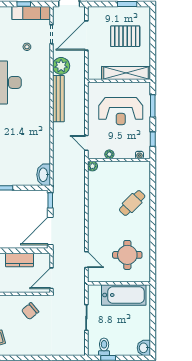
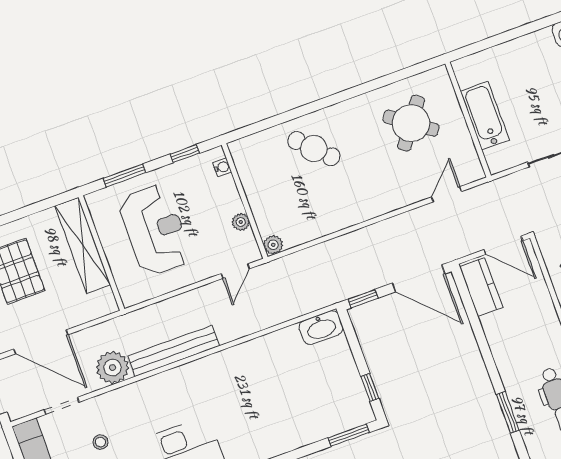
round table: (127, 255) -> (411, 123), turned 36
kitchen counter: (19, 260) -> (481, 287), moved
bathtub: (124, 295) -> (485, 116), width x0.73, depth x0.73

